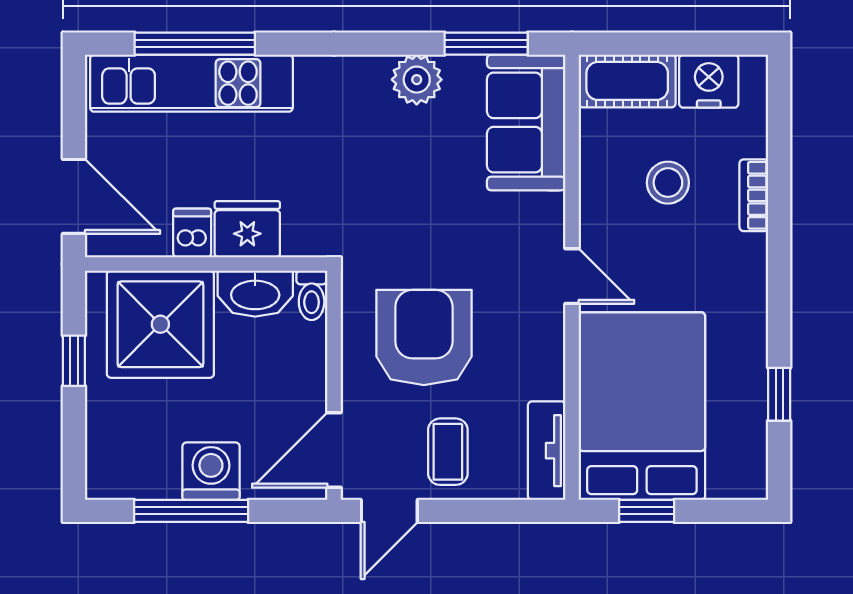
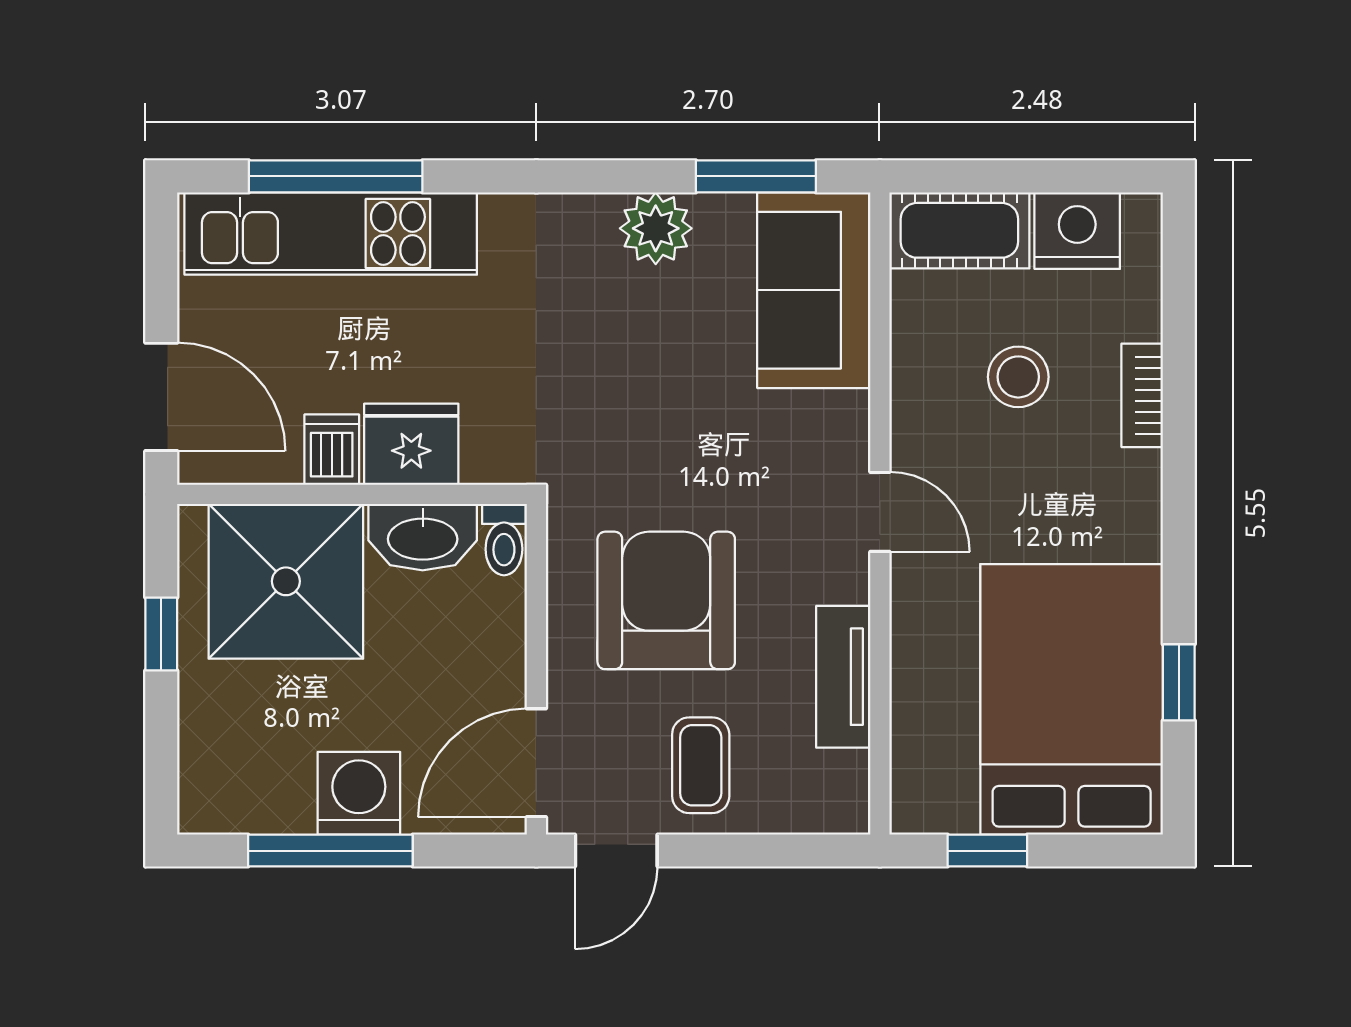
bed: (642, 406) -> (1072, 699), moved
tv unit: (547, 451) -> (843, 677), moved

